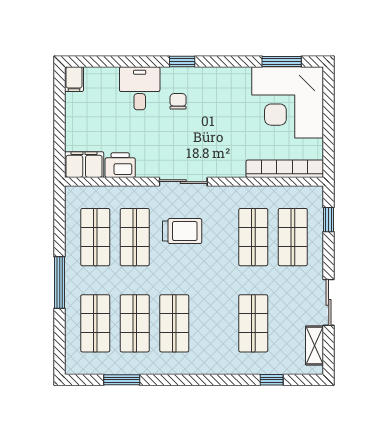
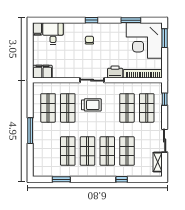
window: (282, 61) -> (131, 20), moved
desk: (140, 88) -> (53, 34), moved
window: (329, 97) -> (165, 38), added
printer: (120, 165) -> (115, 72), moved
shop shelf: (95, 323) -> (107, 151), moved
window: (272, 380) -> (122, 179), moved

